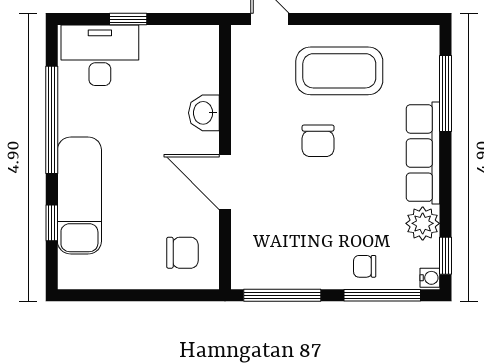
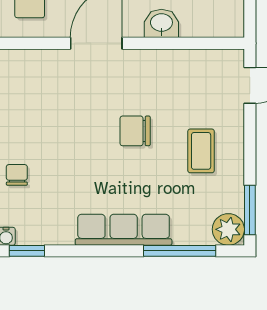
window: (402, 19) -> (250, 210), added
coffee table: (339, 71) -> (201, 151), width x0.54, depth x0.58
plant: (423, 223) -> (228, 229), moved

